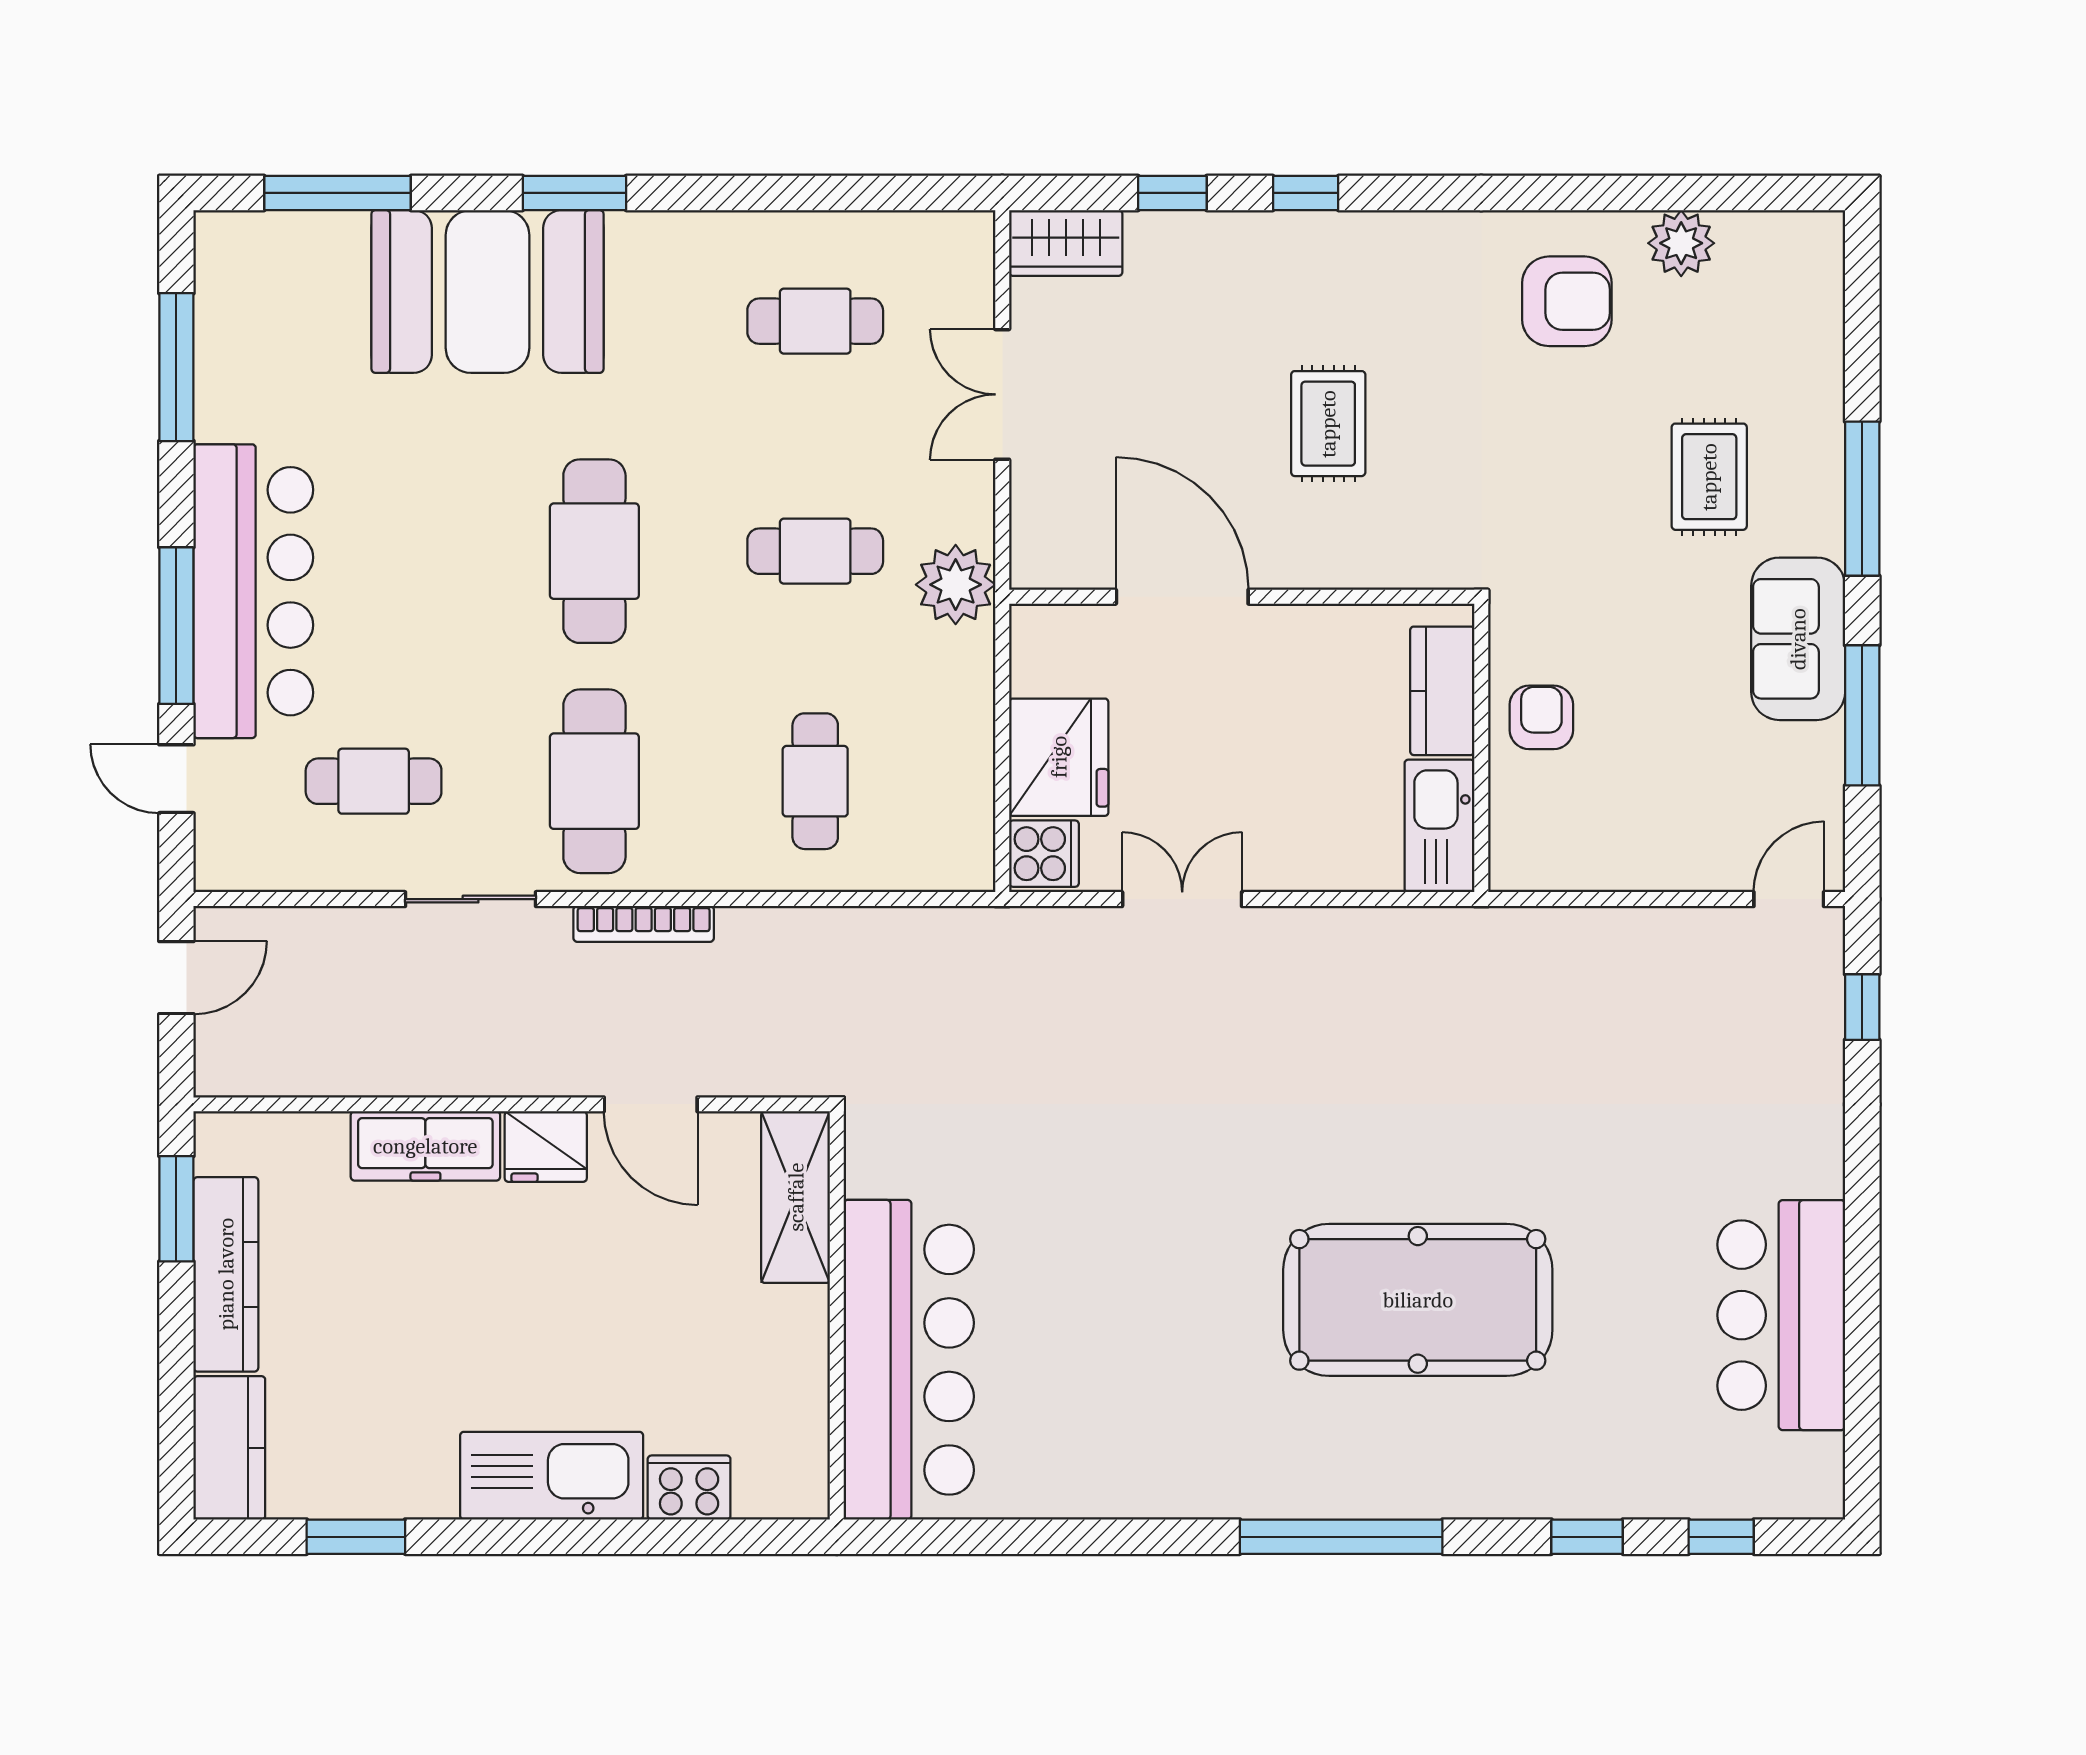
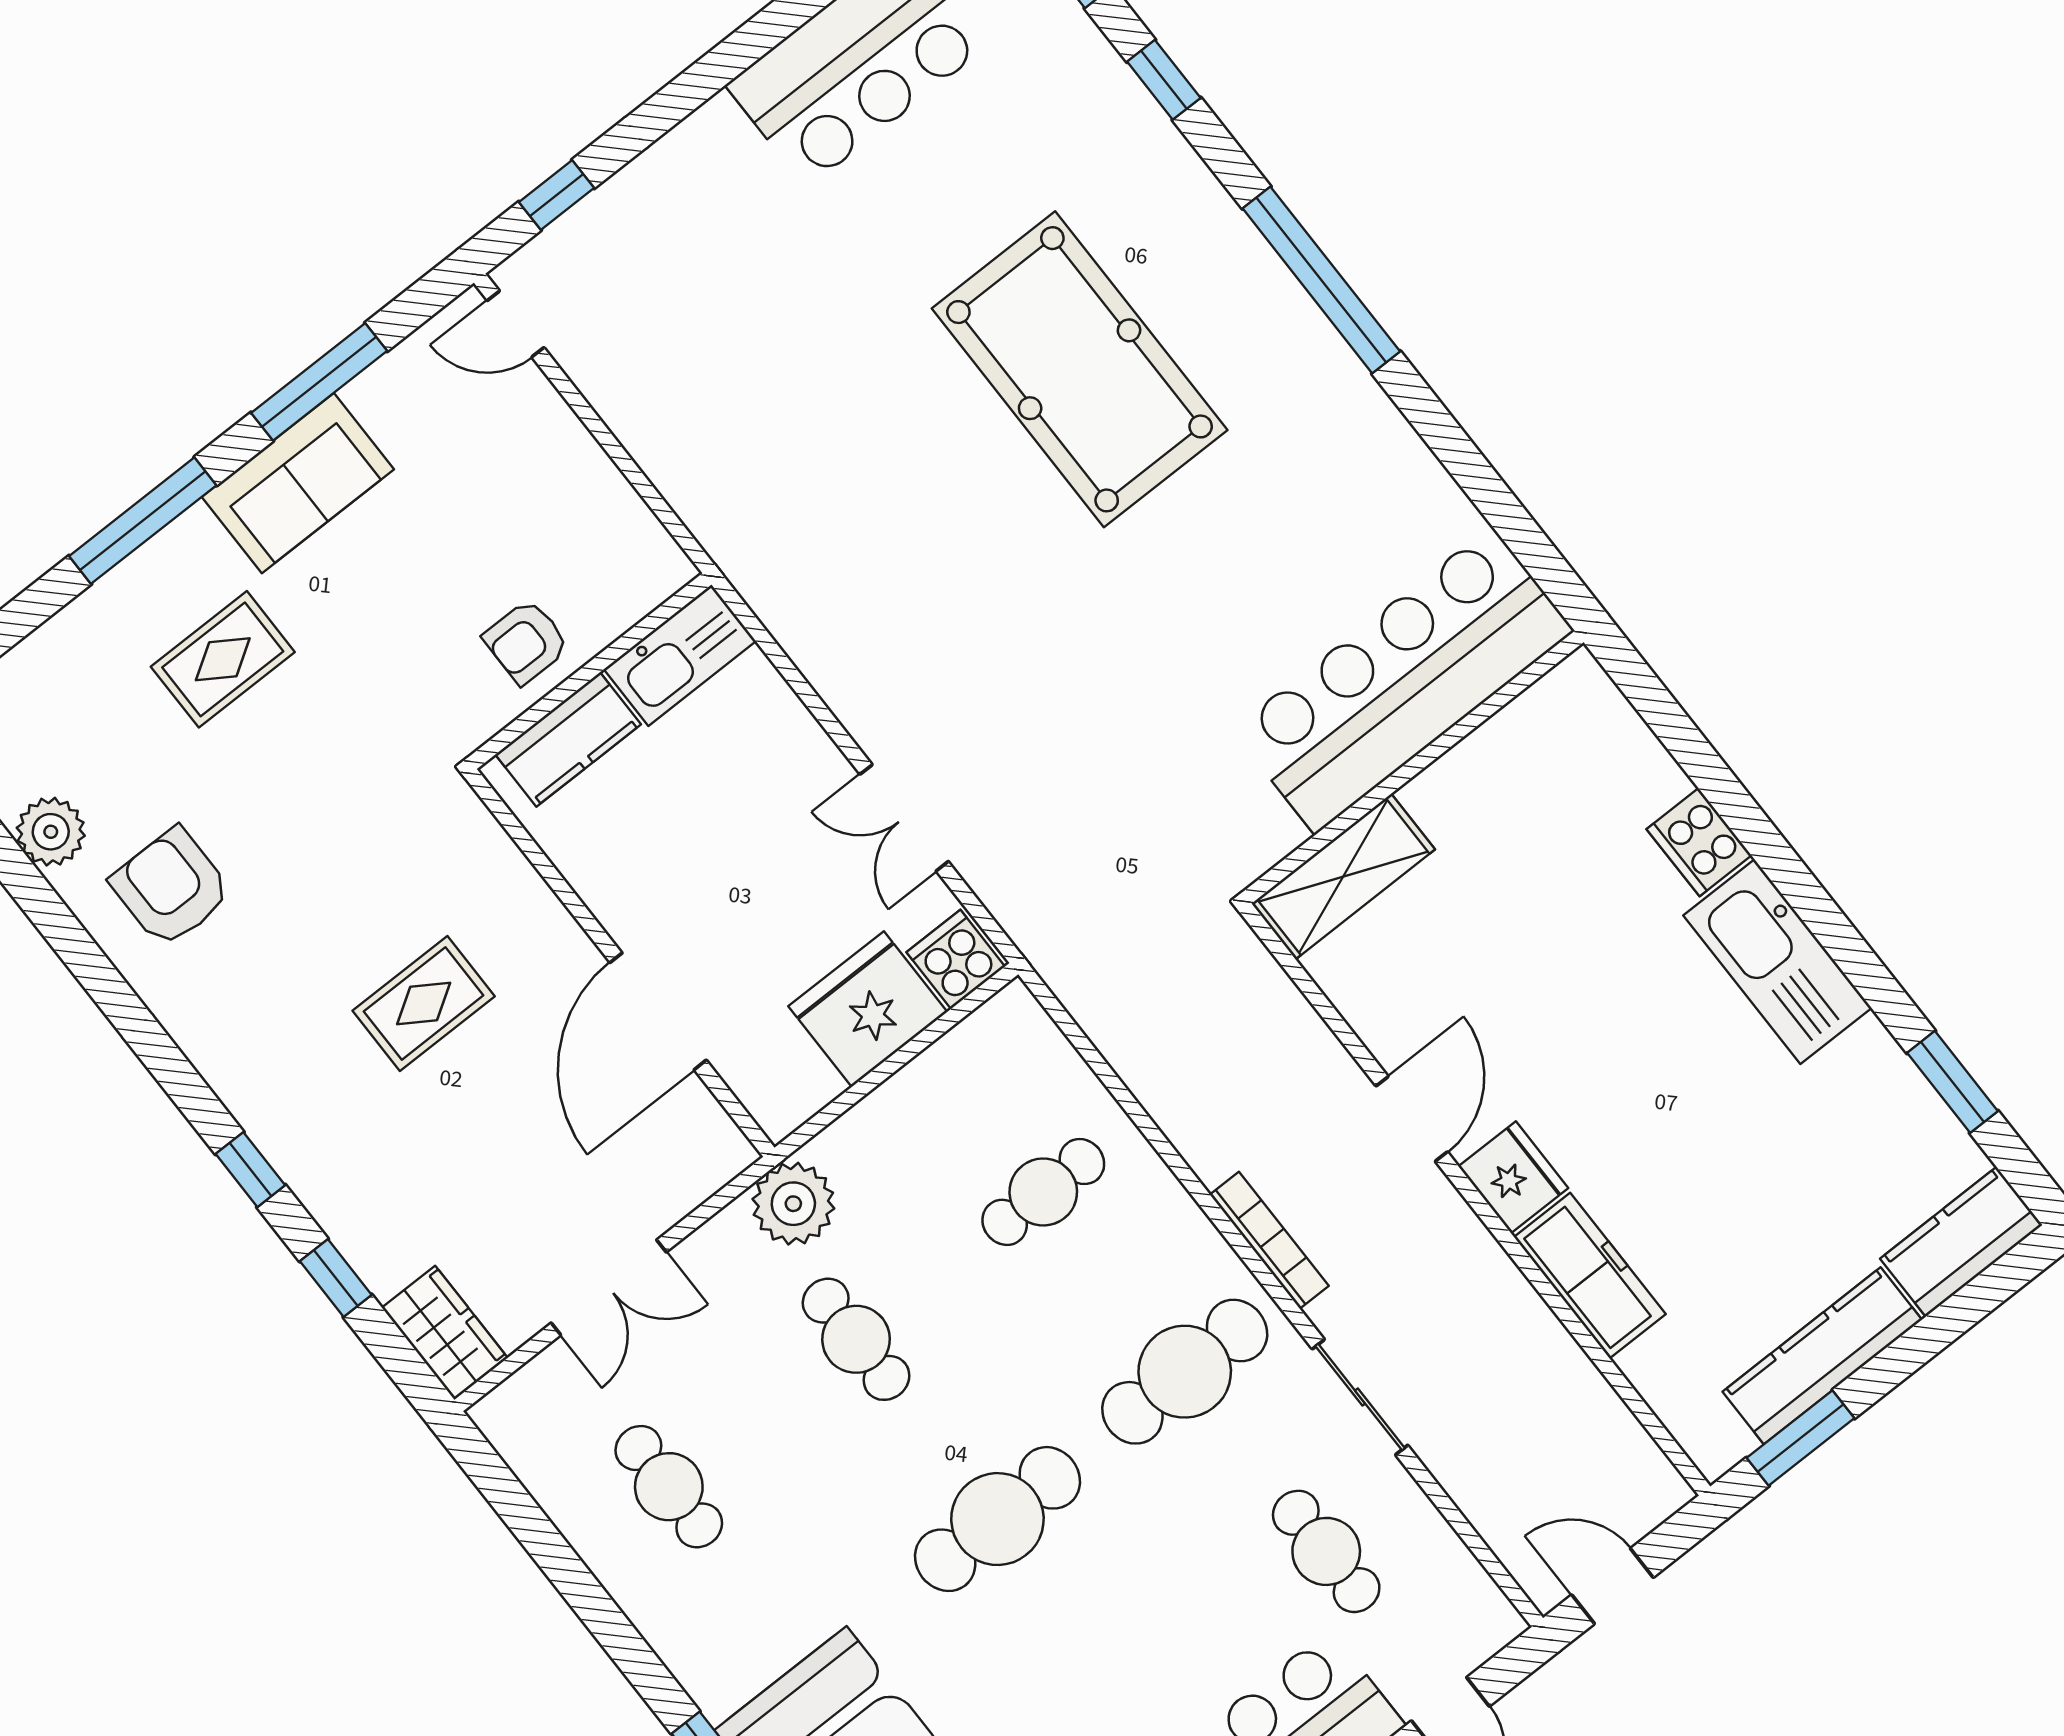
shelving: (796, 1197) -> (1343, 877), moved
wall: (837, 1315) -> (1413, 767), moved
bar counter: (909, 1360) -> (1403, 680), moved

